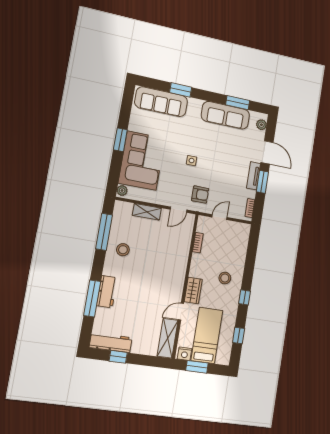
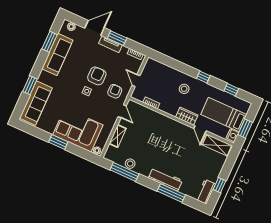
armchair: (213, 168) -> (97, 76), added
stool: (123, 250) -> (130, 164), moved
workbench: (107, 292) -> (165, 179), width x1.38
workbench: (111, 342) -> (206, 192), width x0.73

